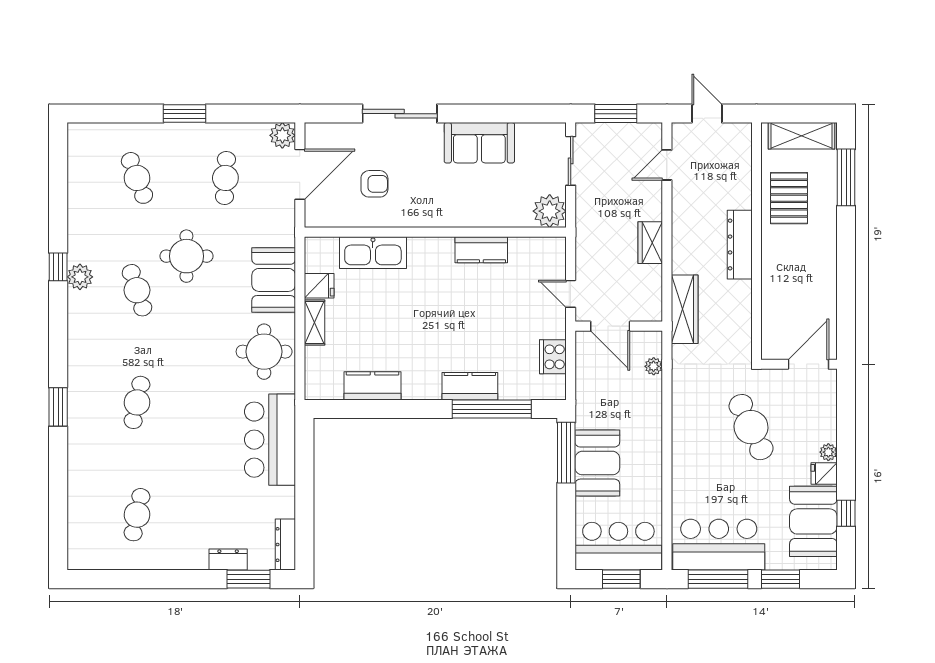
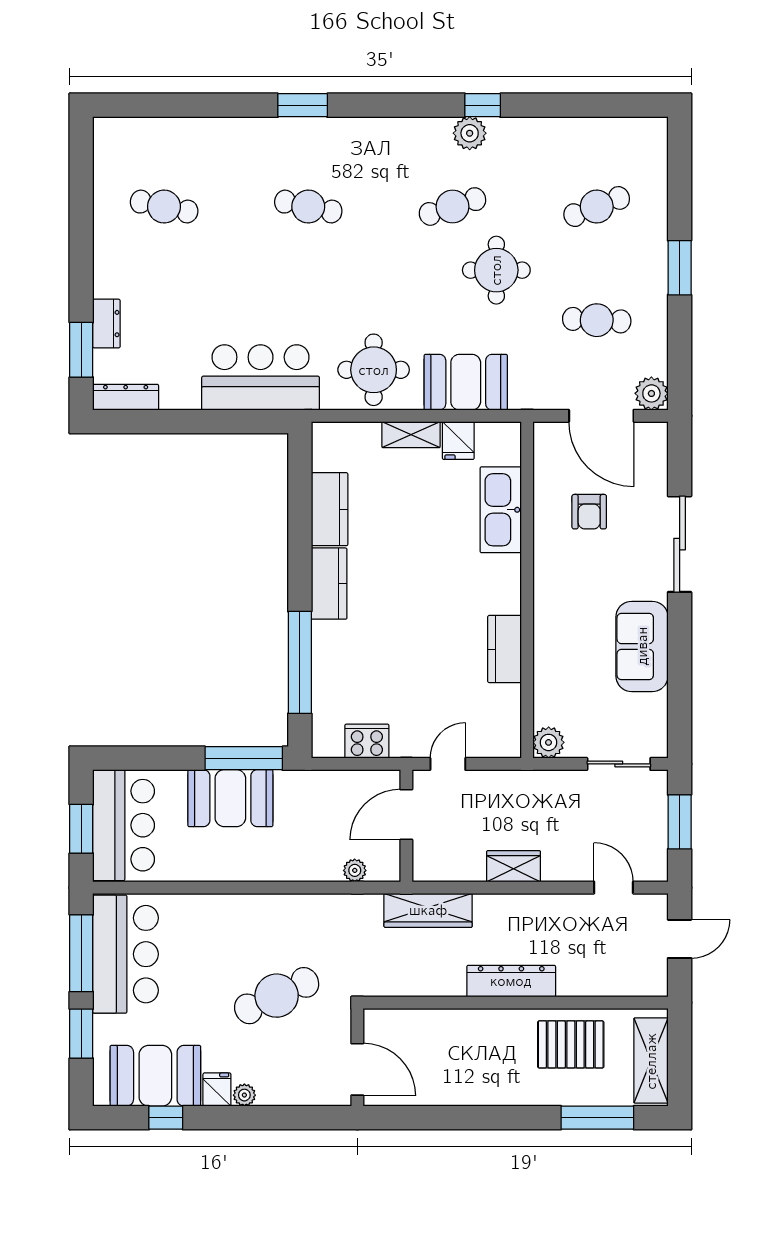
plant: (550, 211) -> (549, 742), width x0.73, depth x0.73
kitchen counter: (470, 386) -> (329, 584), moved

